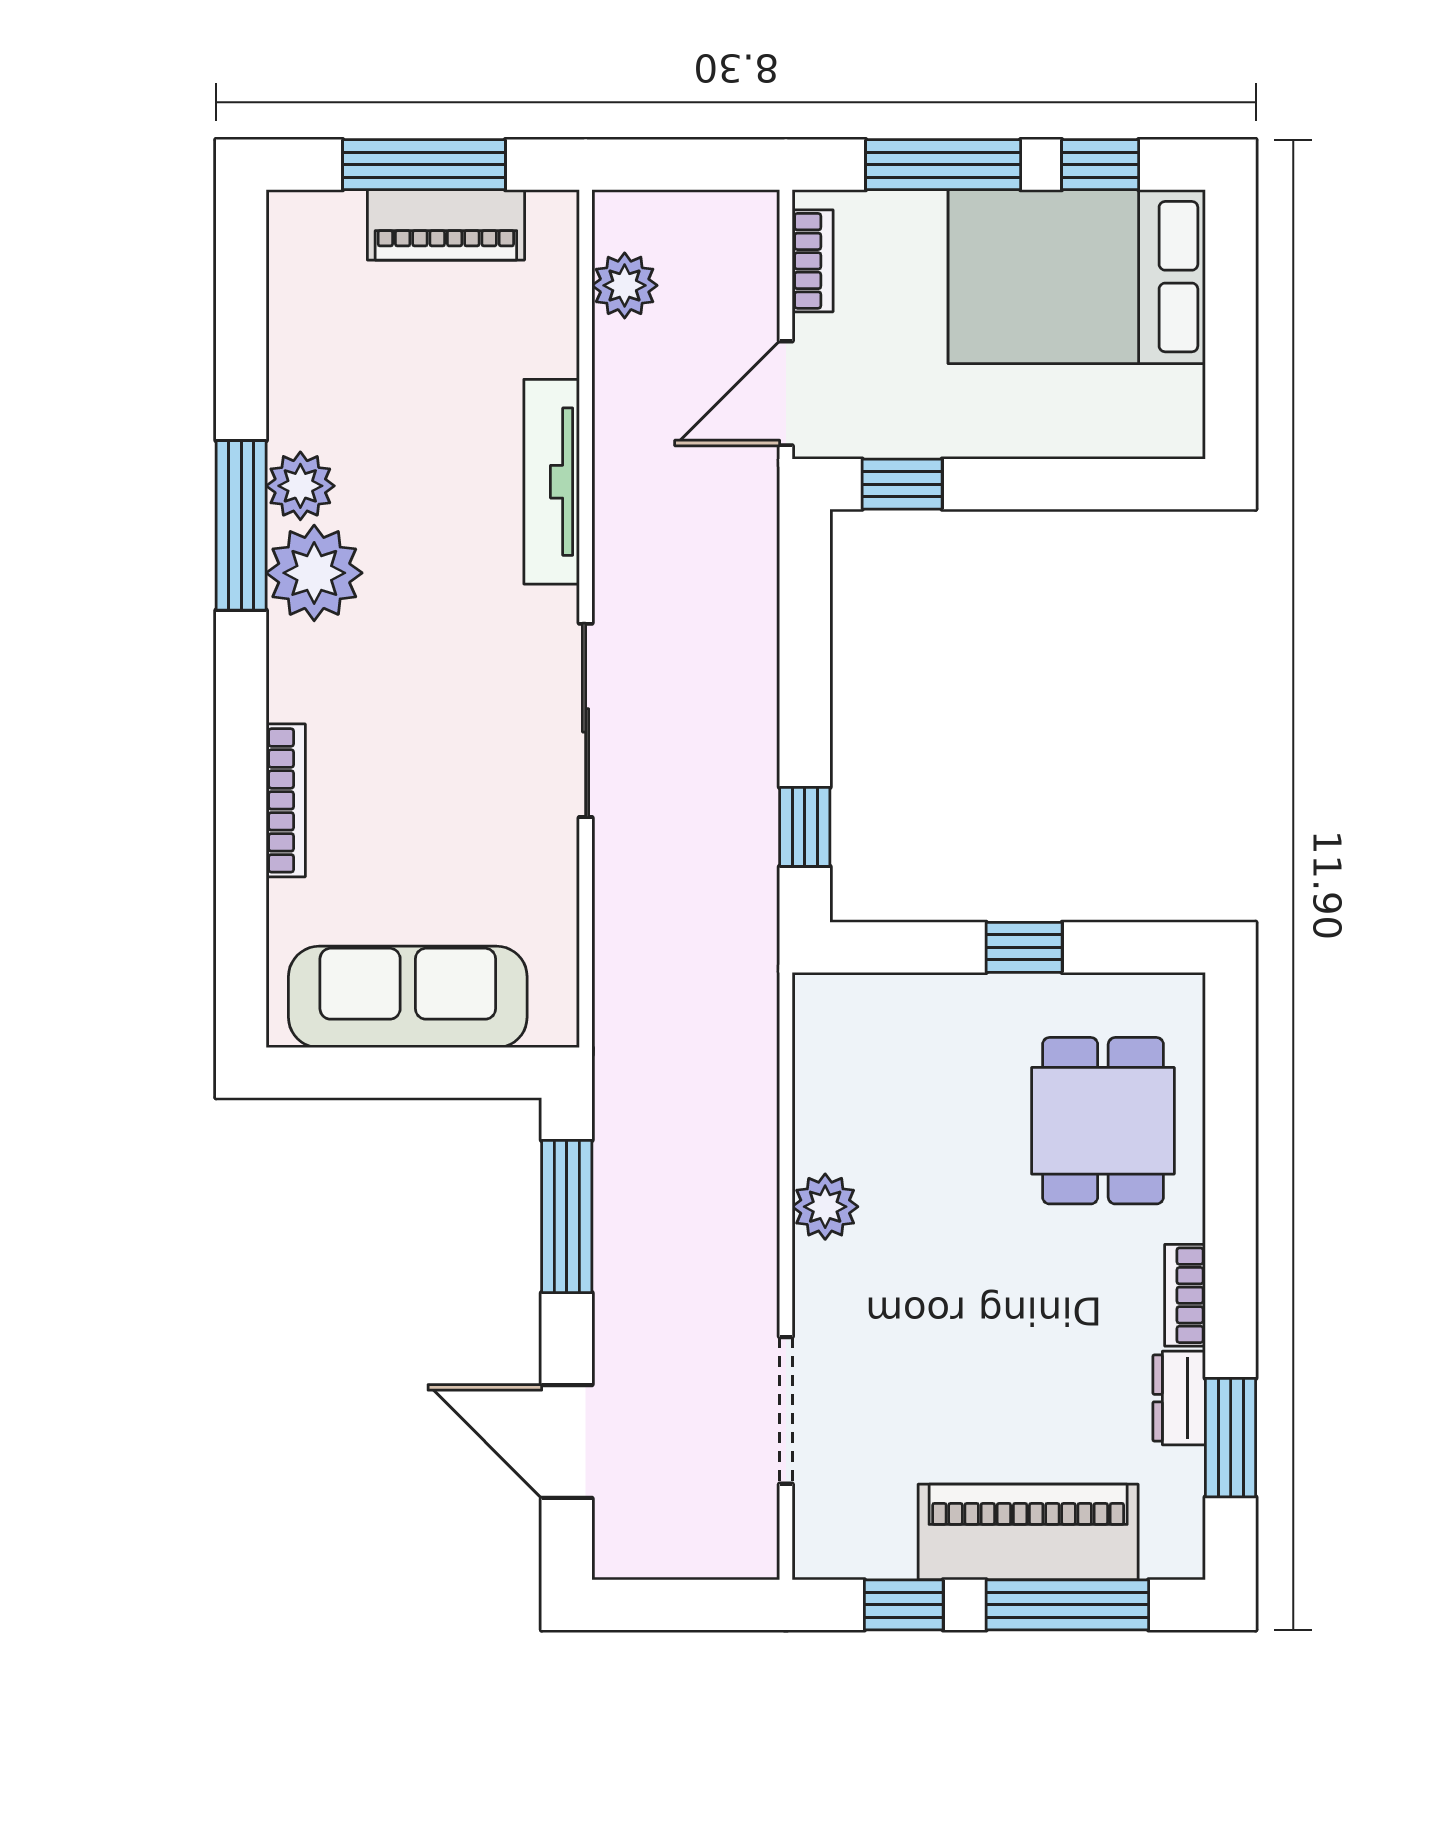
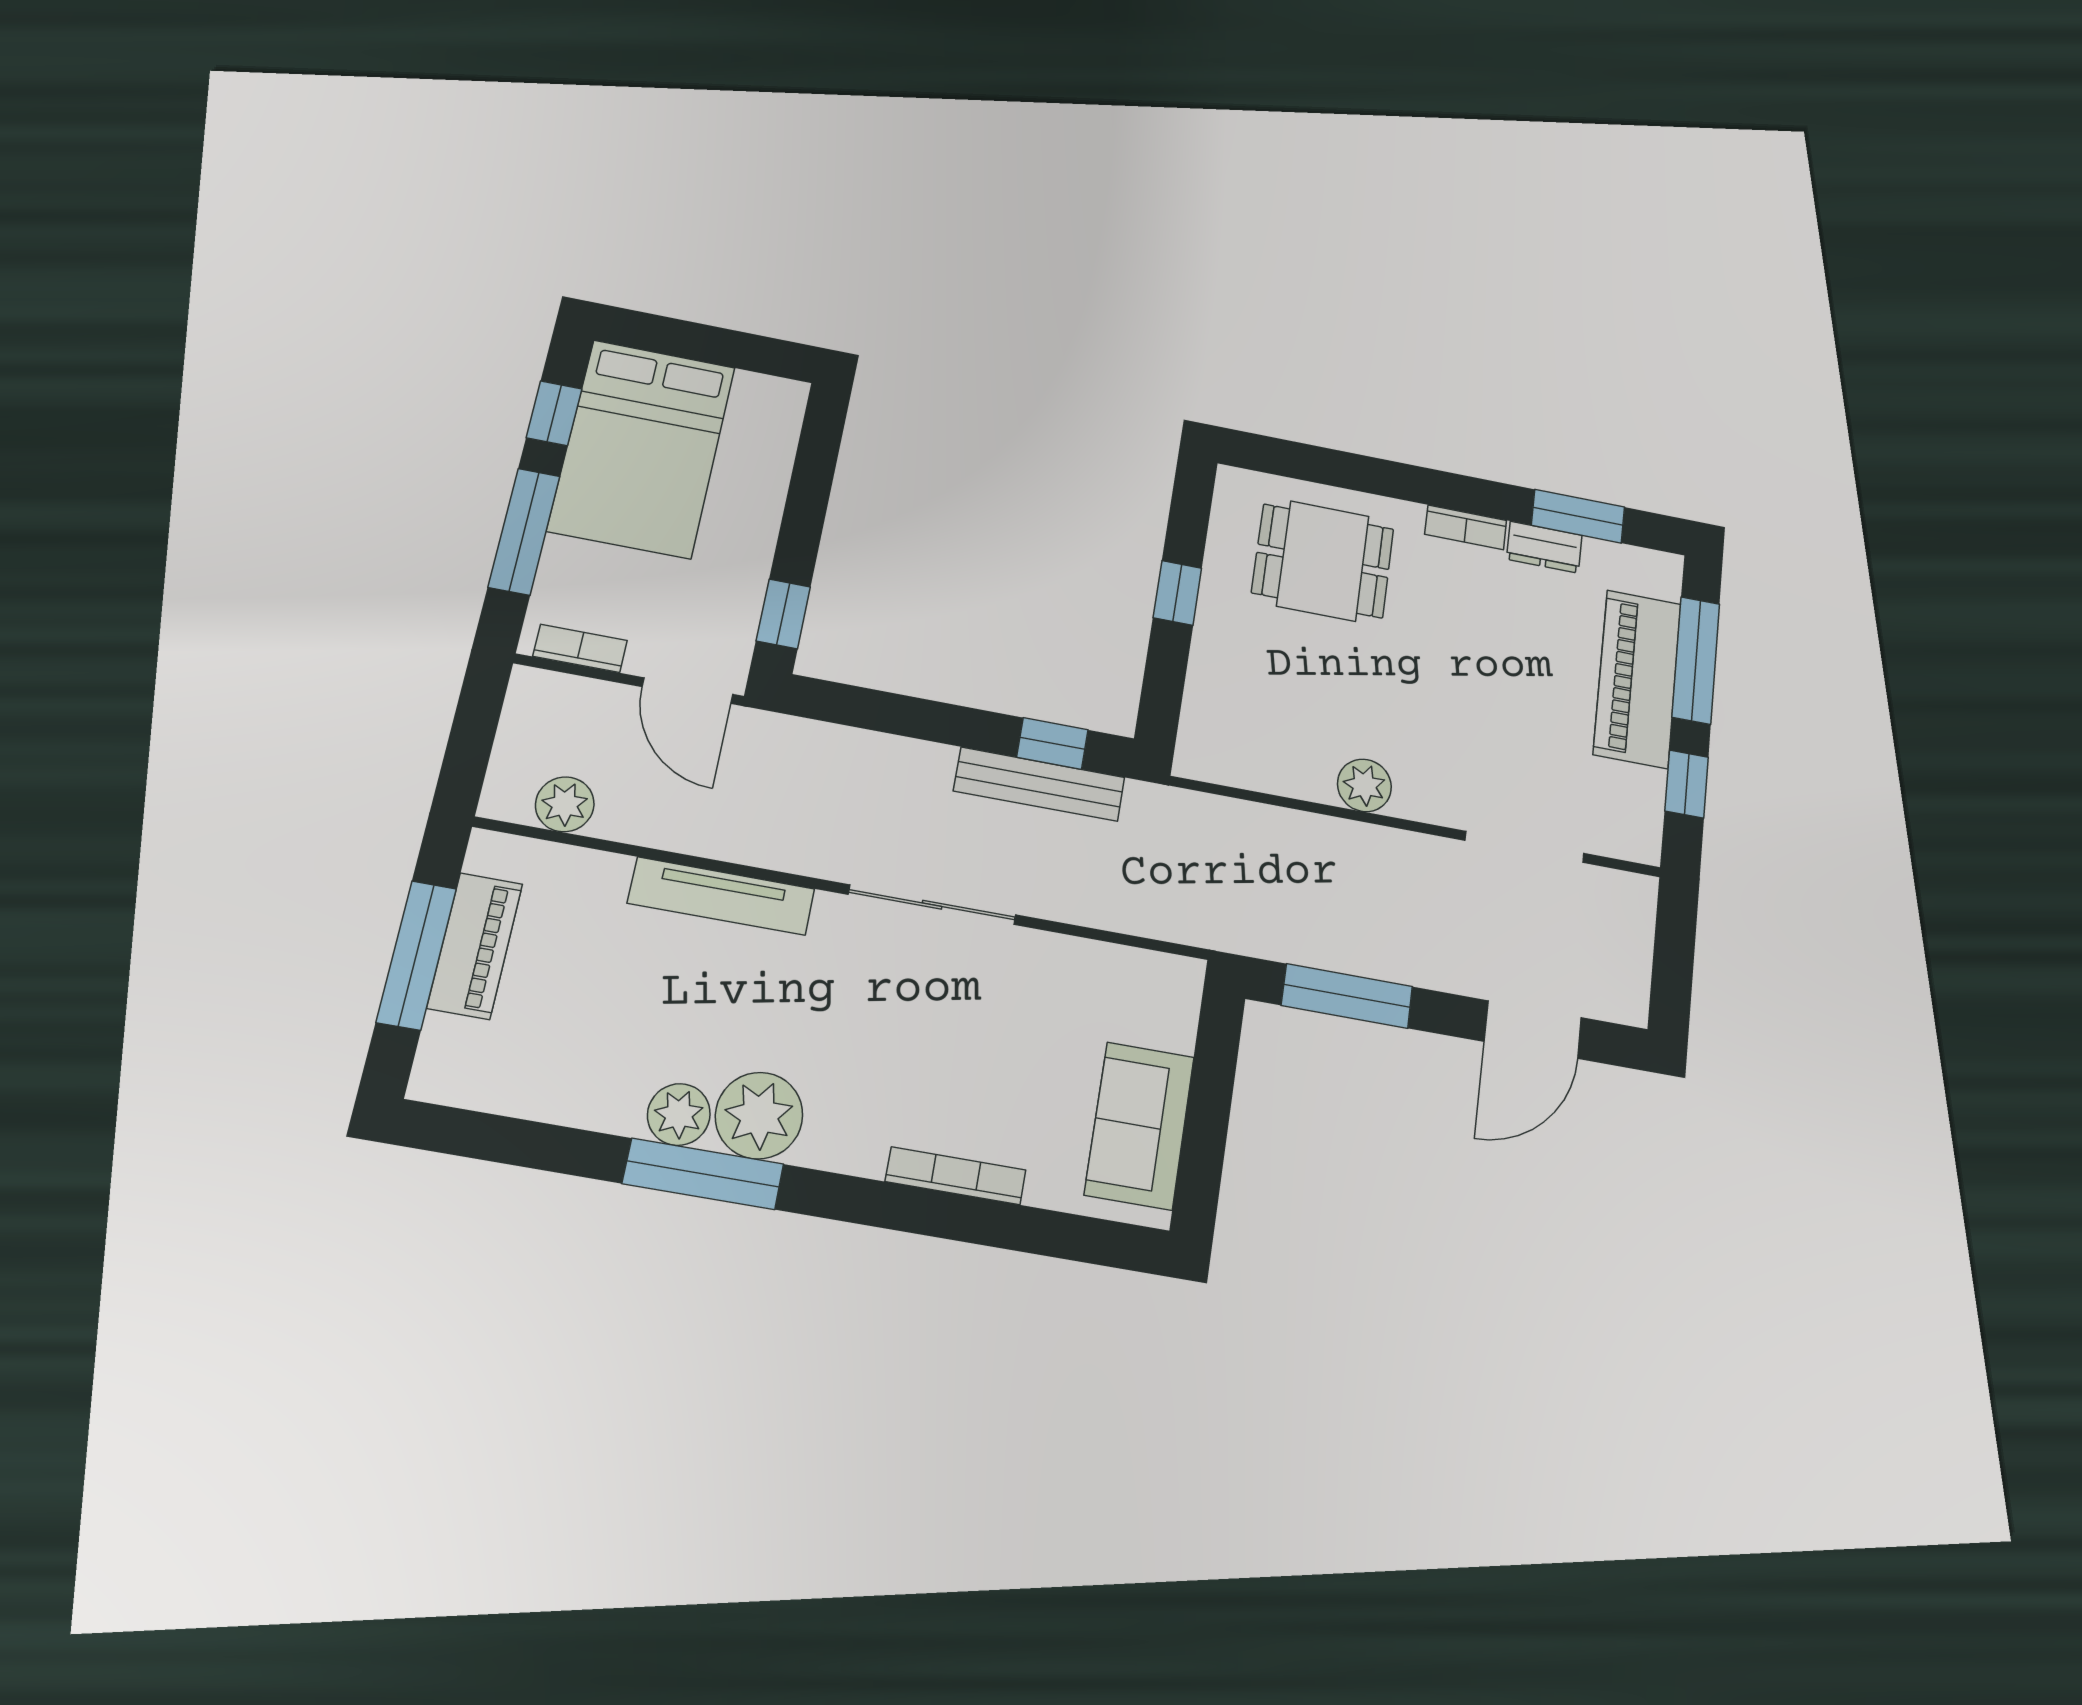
bench: (752, 820) -> (1039, 784), added
sofa: (408, 997) -> (1139, 1126), width x0.73

